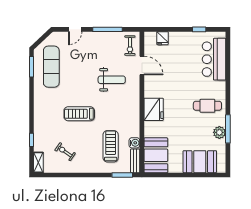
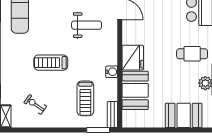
water cooler: (134, 143) -> (112, 72), moved
treadmill: (111, 146) -> (85, 98), turned 180
booth: (156, 155) -> (135, 90), moved

